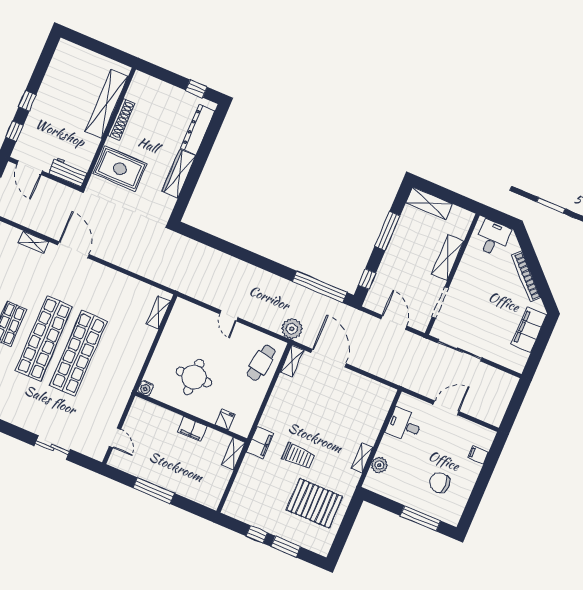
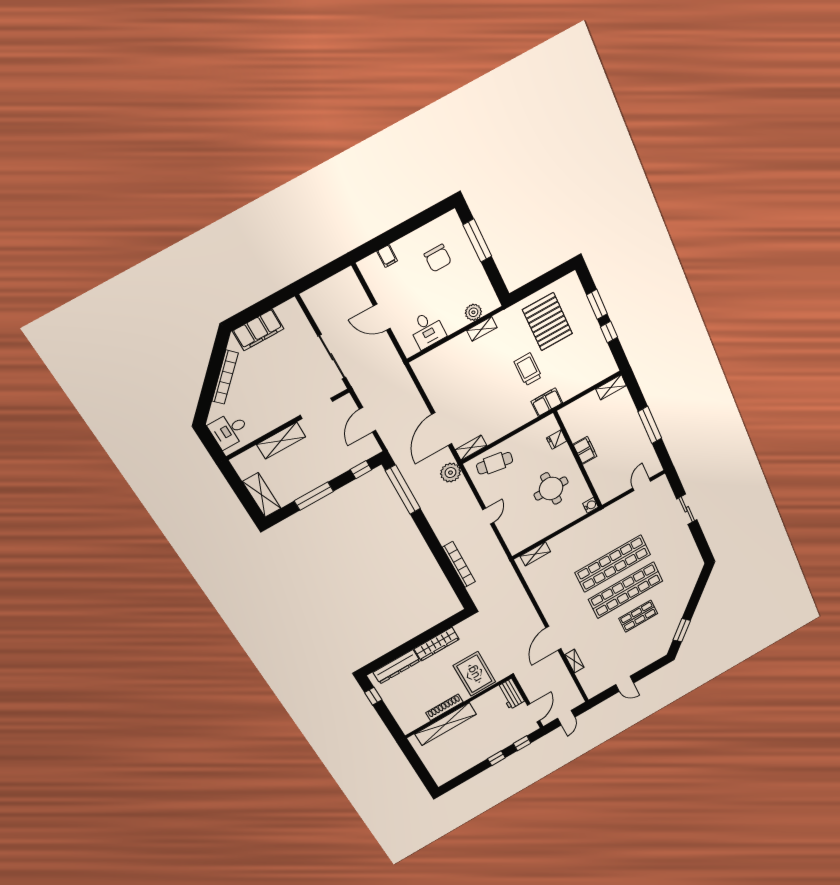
bookcase: (219, 257) -> (459, 565), added
shelving: (233, 453) -> (611, 387), moved

